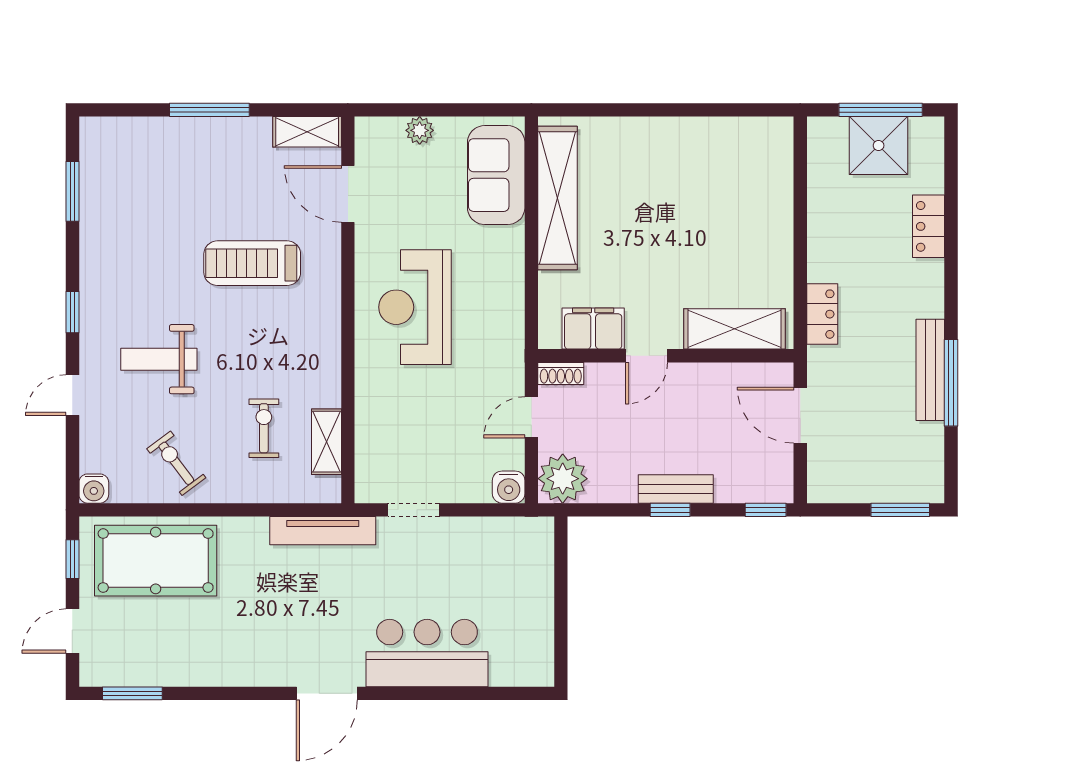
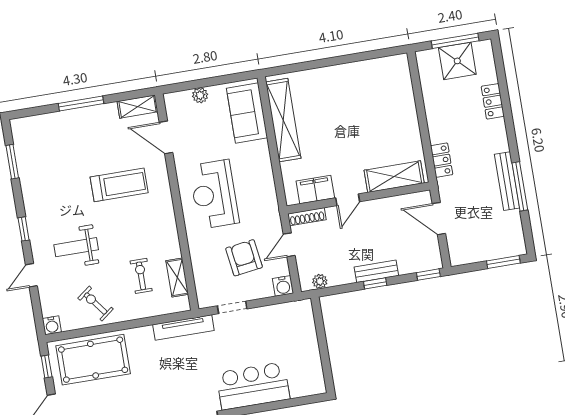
treadmill: (252, 263) -> (119, 185), turned 180
shoe rack: (561, 373) -> (307, 217), width x1.43
armchair: (449, 427) -> (244, 258), added
plant: (563, 479) -> (320, 281), width x0.53, depth x0.53

